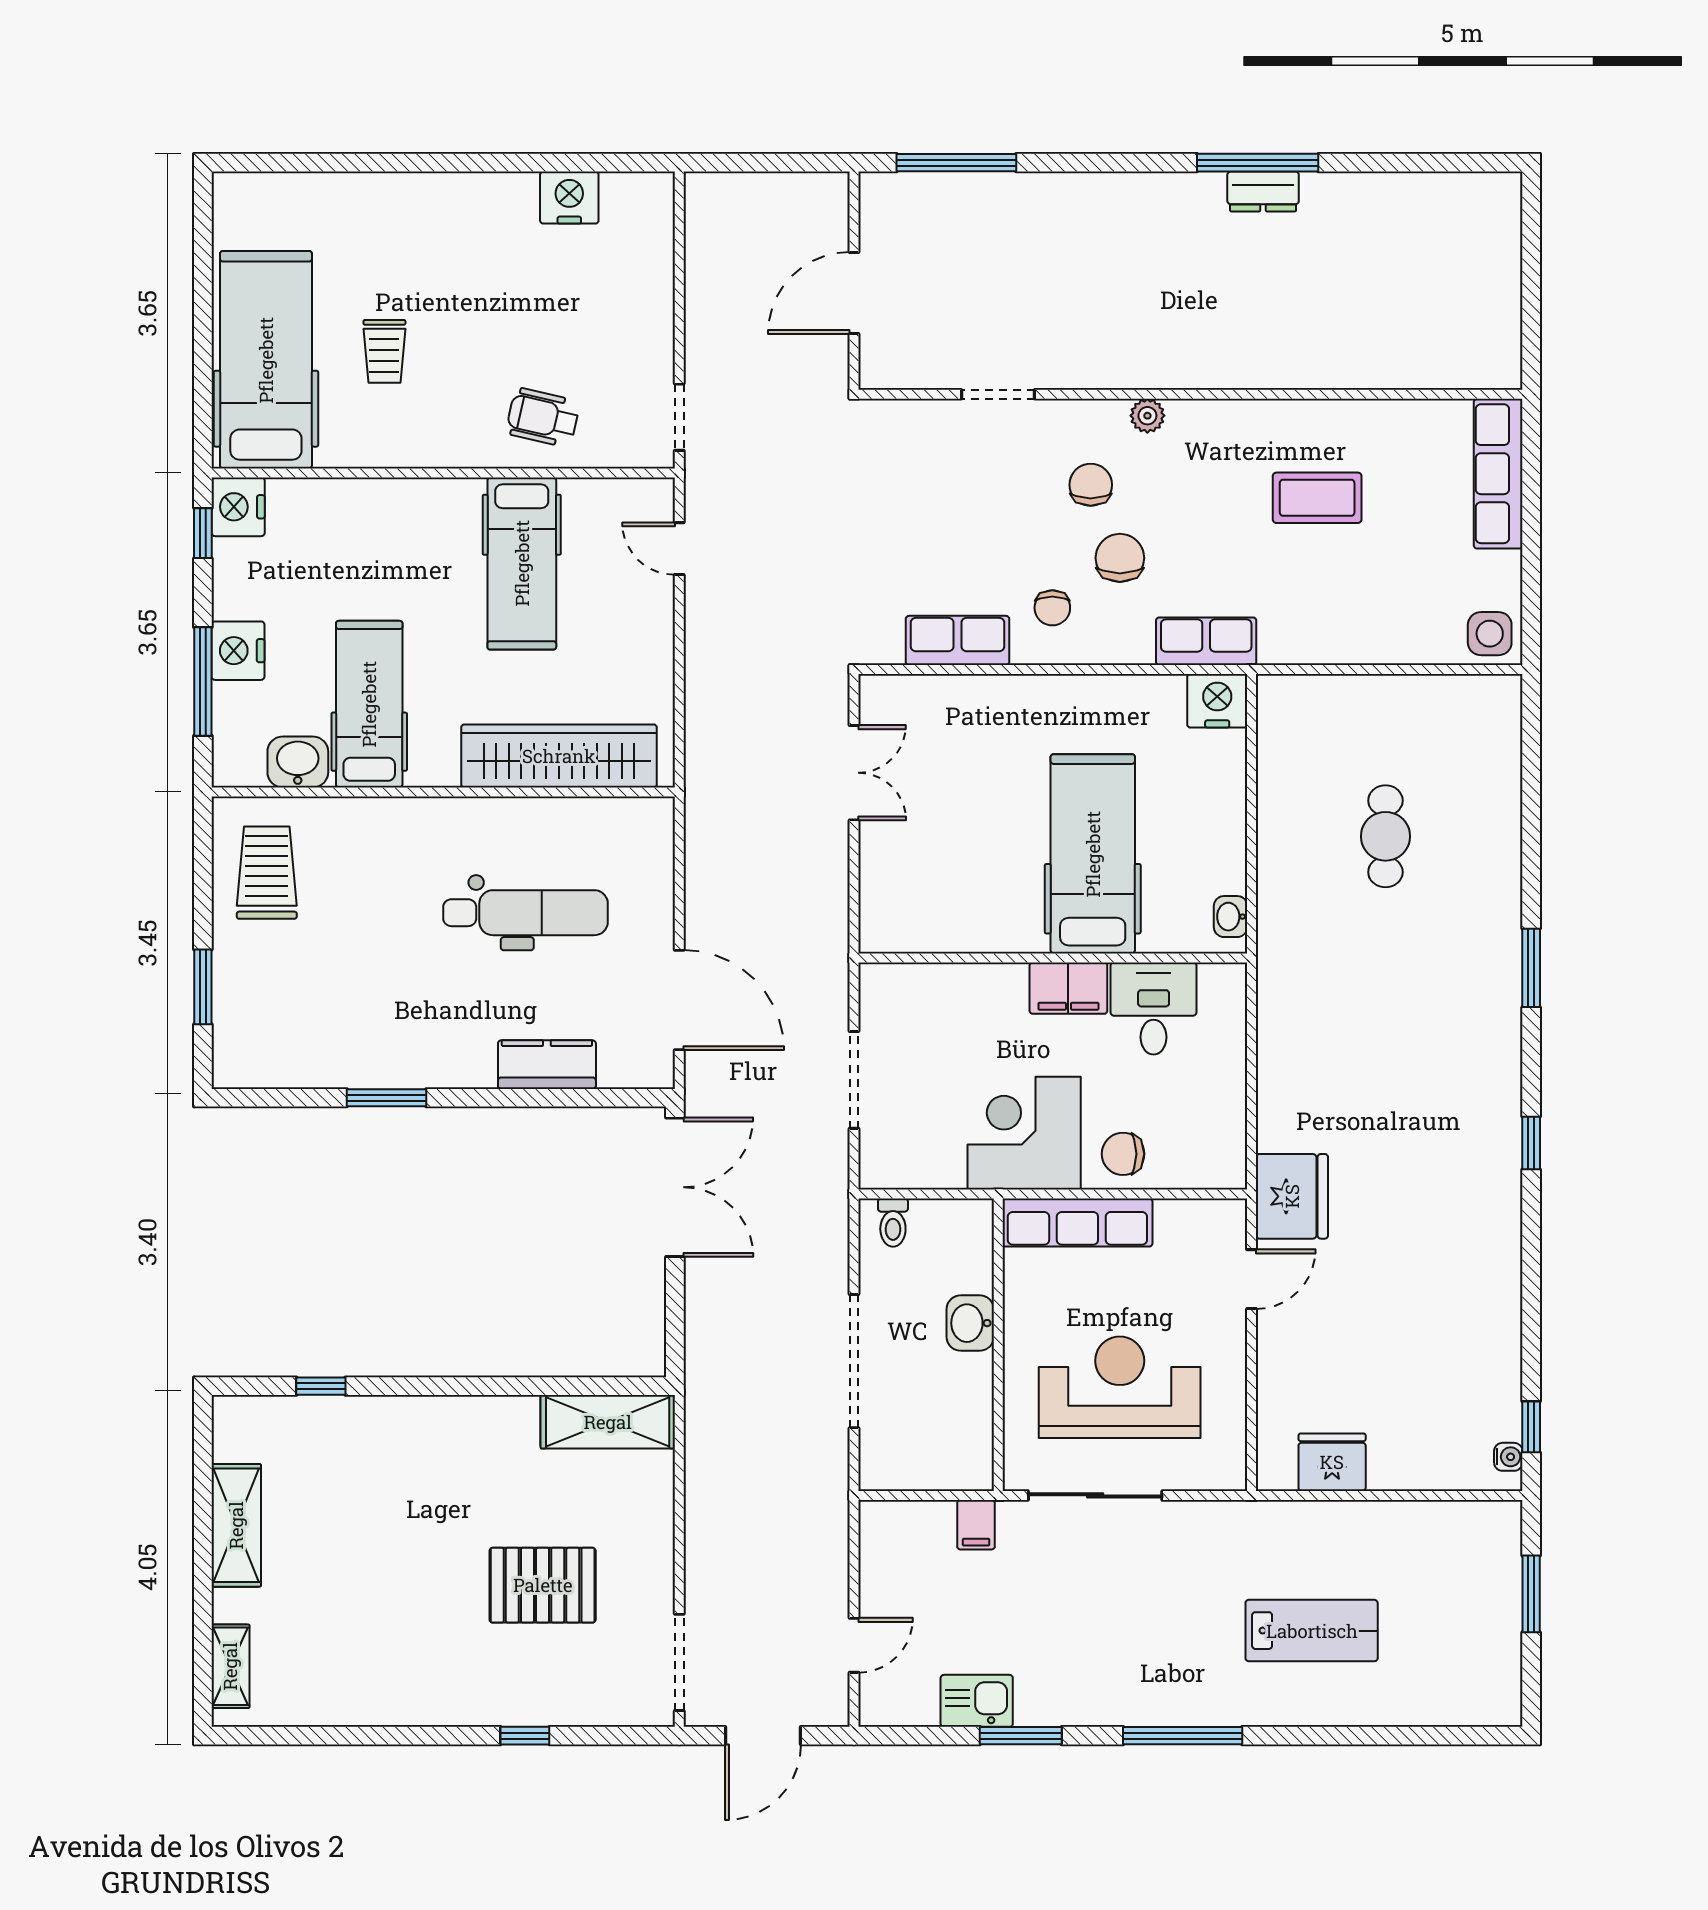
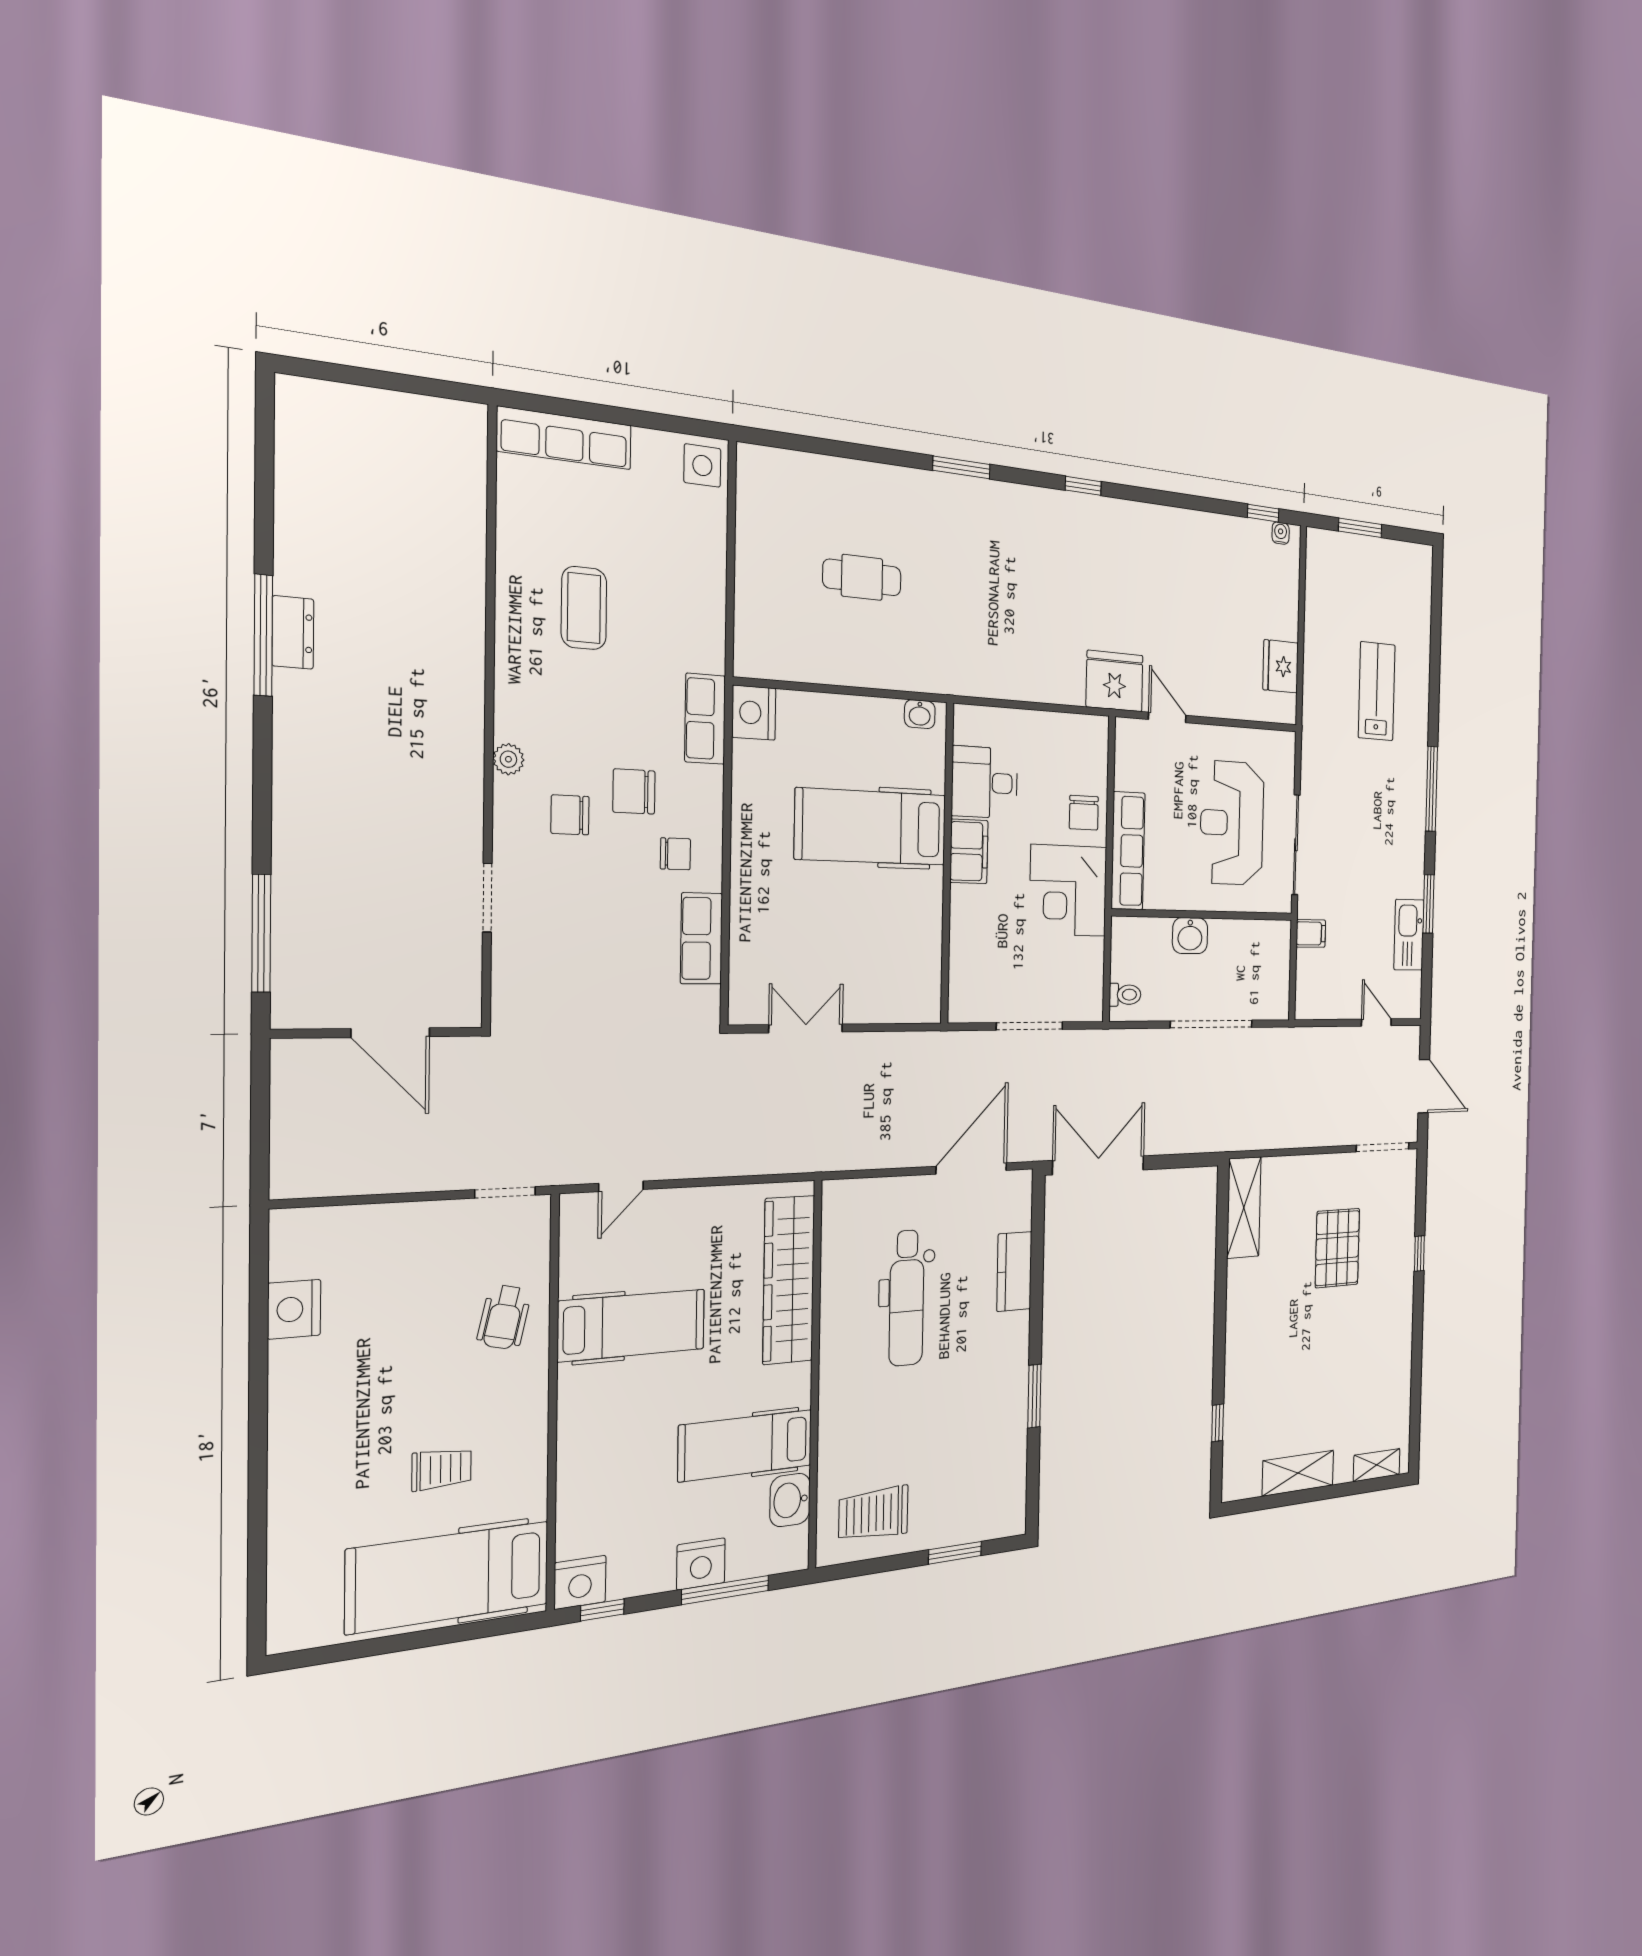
dental chair: (525, 913) -> (907, 1298), turned 180
kitchen sink: (977, 1701) -> (1409, 935), width x1.38

